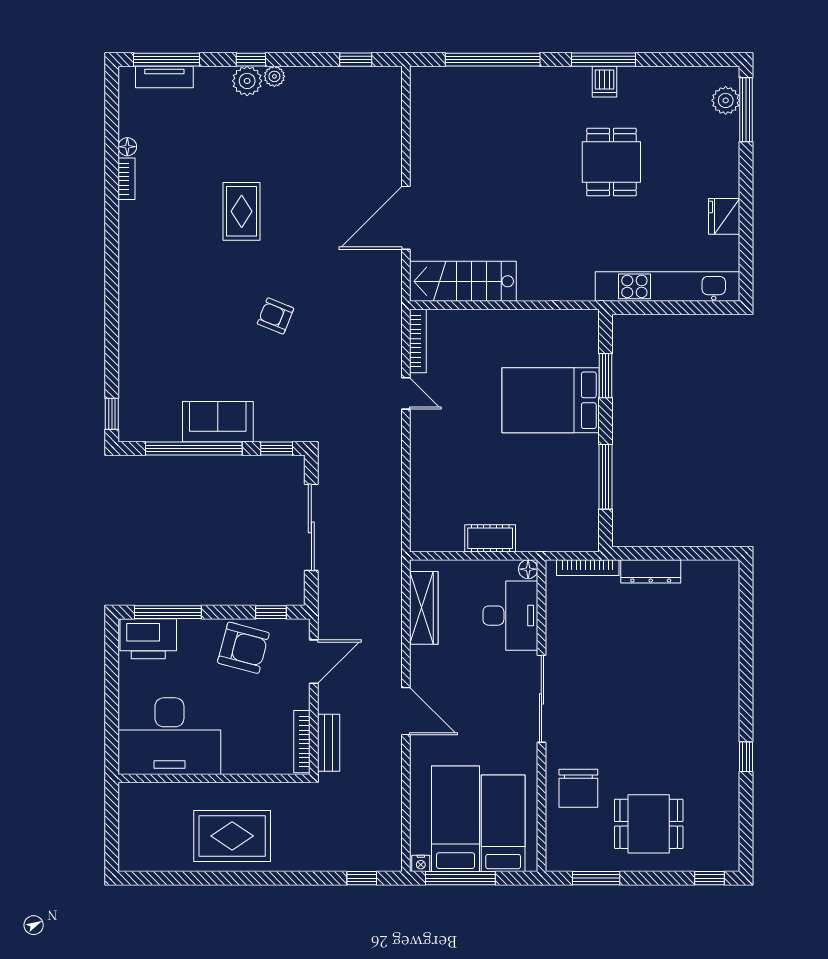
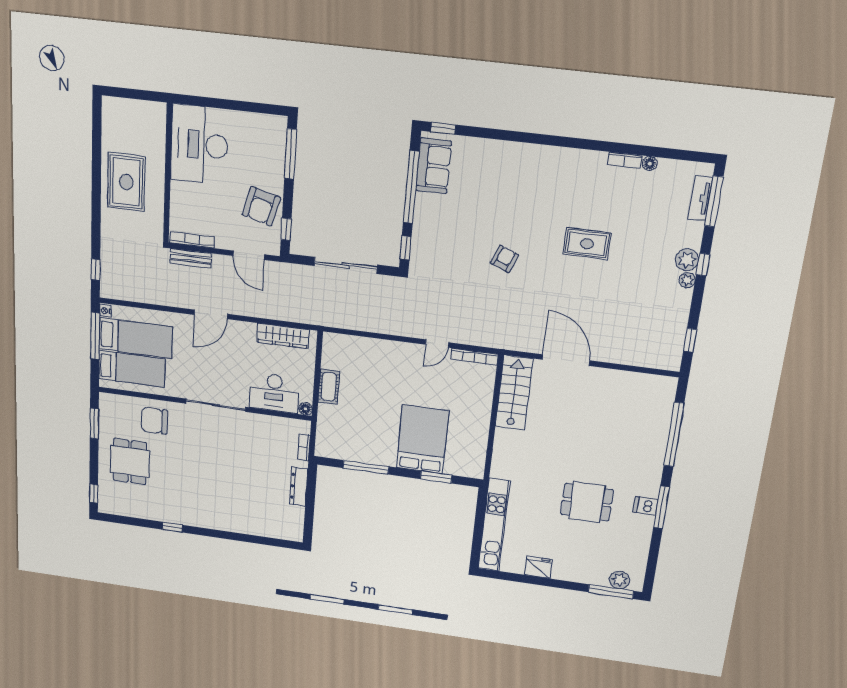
sofa: (218, 422) -> (434, 166), moved
bookcase: (588, 568) -> (304, 447), width x0.64
printer: (148, 639) -> (272, 137), removed

